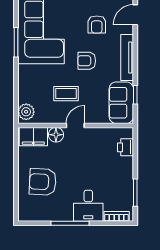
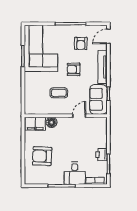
plant: (26, 112) -> (30, 106), removed
door: (75, 125) -> (79, 116), moved
printer: (126, 147) -> (101, 155), moved

